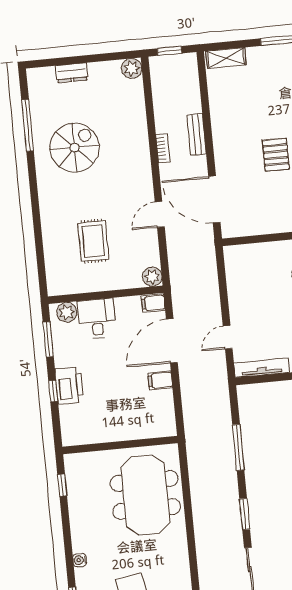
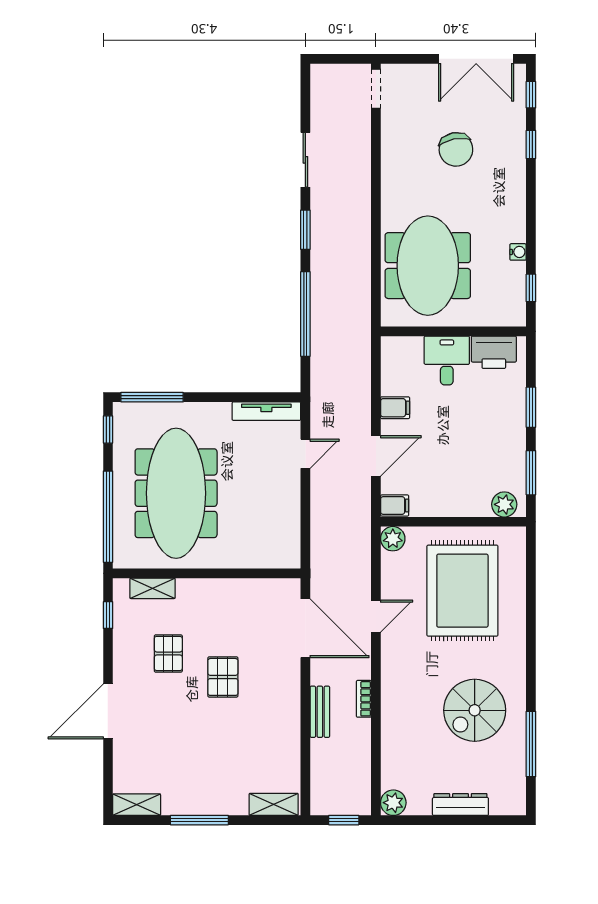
dresser: (72, 73) -> (460, 804), width x1.44
rug: (93, 241) -> (462, 591), width x1.86, depth x2.06
desk: (97, 319) -> (447, 360), moved, turned 180
door: (172, 341) -> (376, 456), width x0.73
printer: (69, 385) -> (494, 352), moved, turned -90
window: (53, 391) -> (531, 407), width x1.50
window: (238, 447) -> (305, 314), width x1.46
water cooler: (80, 560) -> (518, 252), moved

